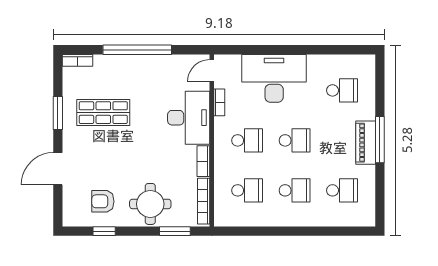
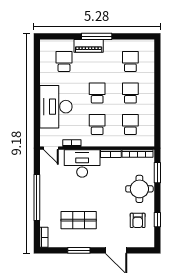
shop shelf: (103, 113) -> (79, 220), turned 90
piano: (366, 143) -> (89, 46), moved

